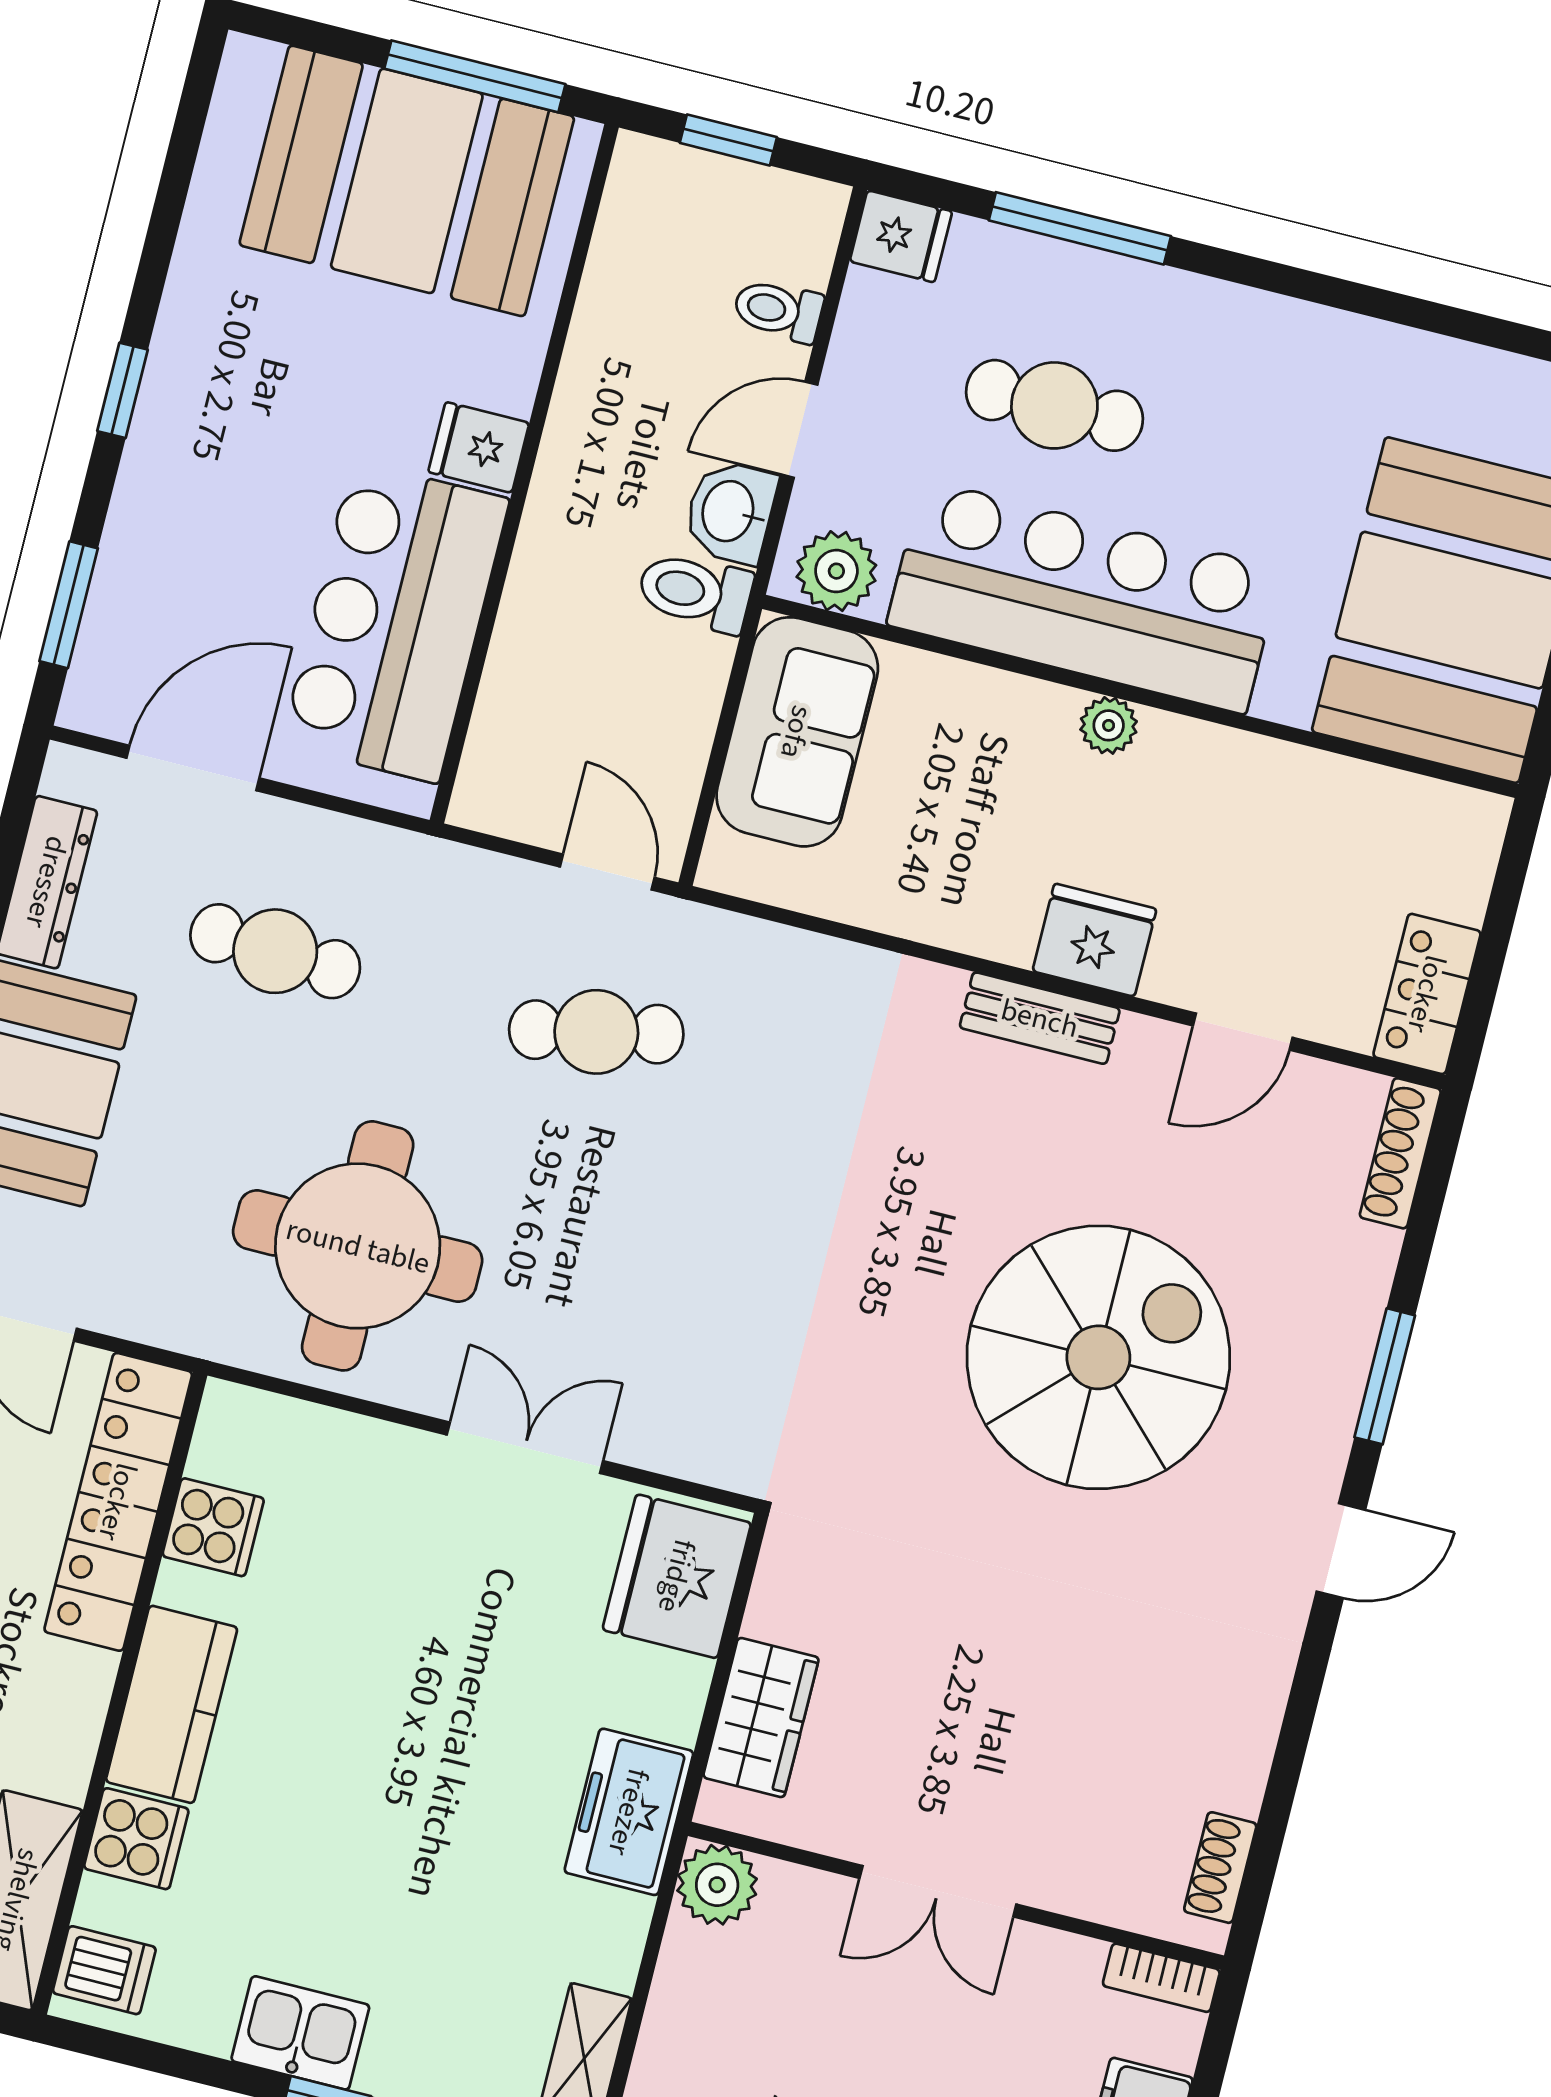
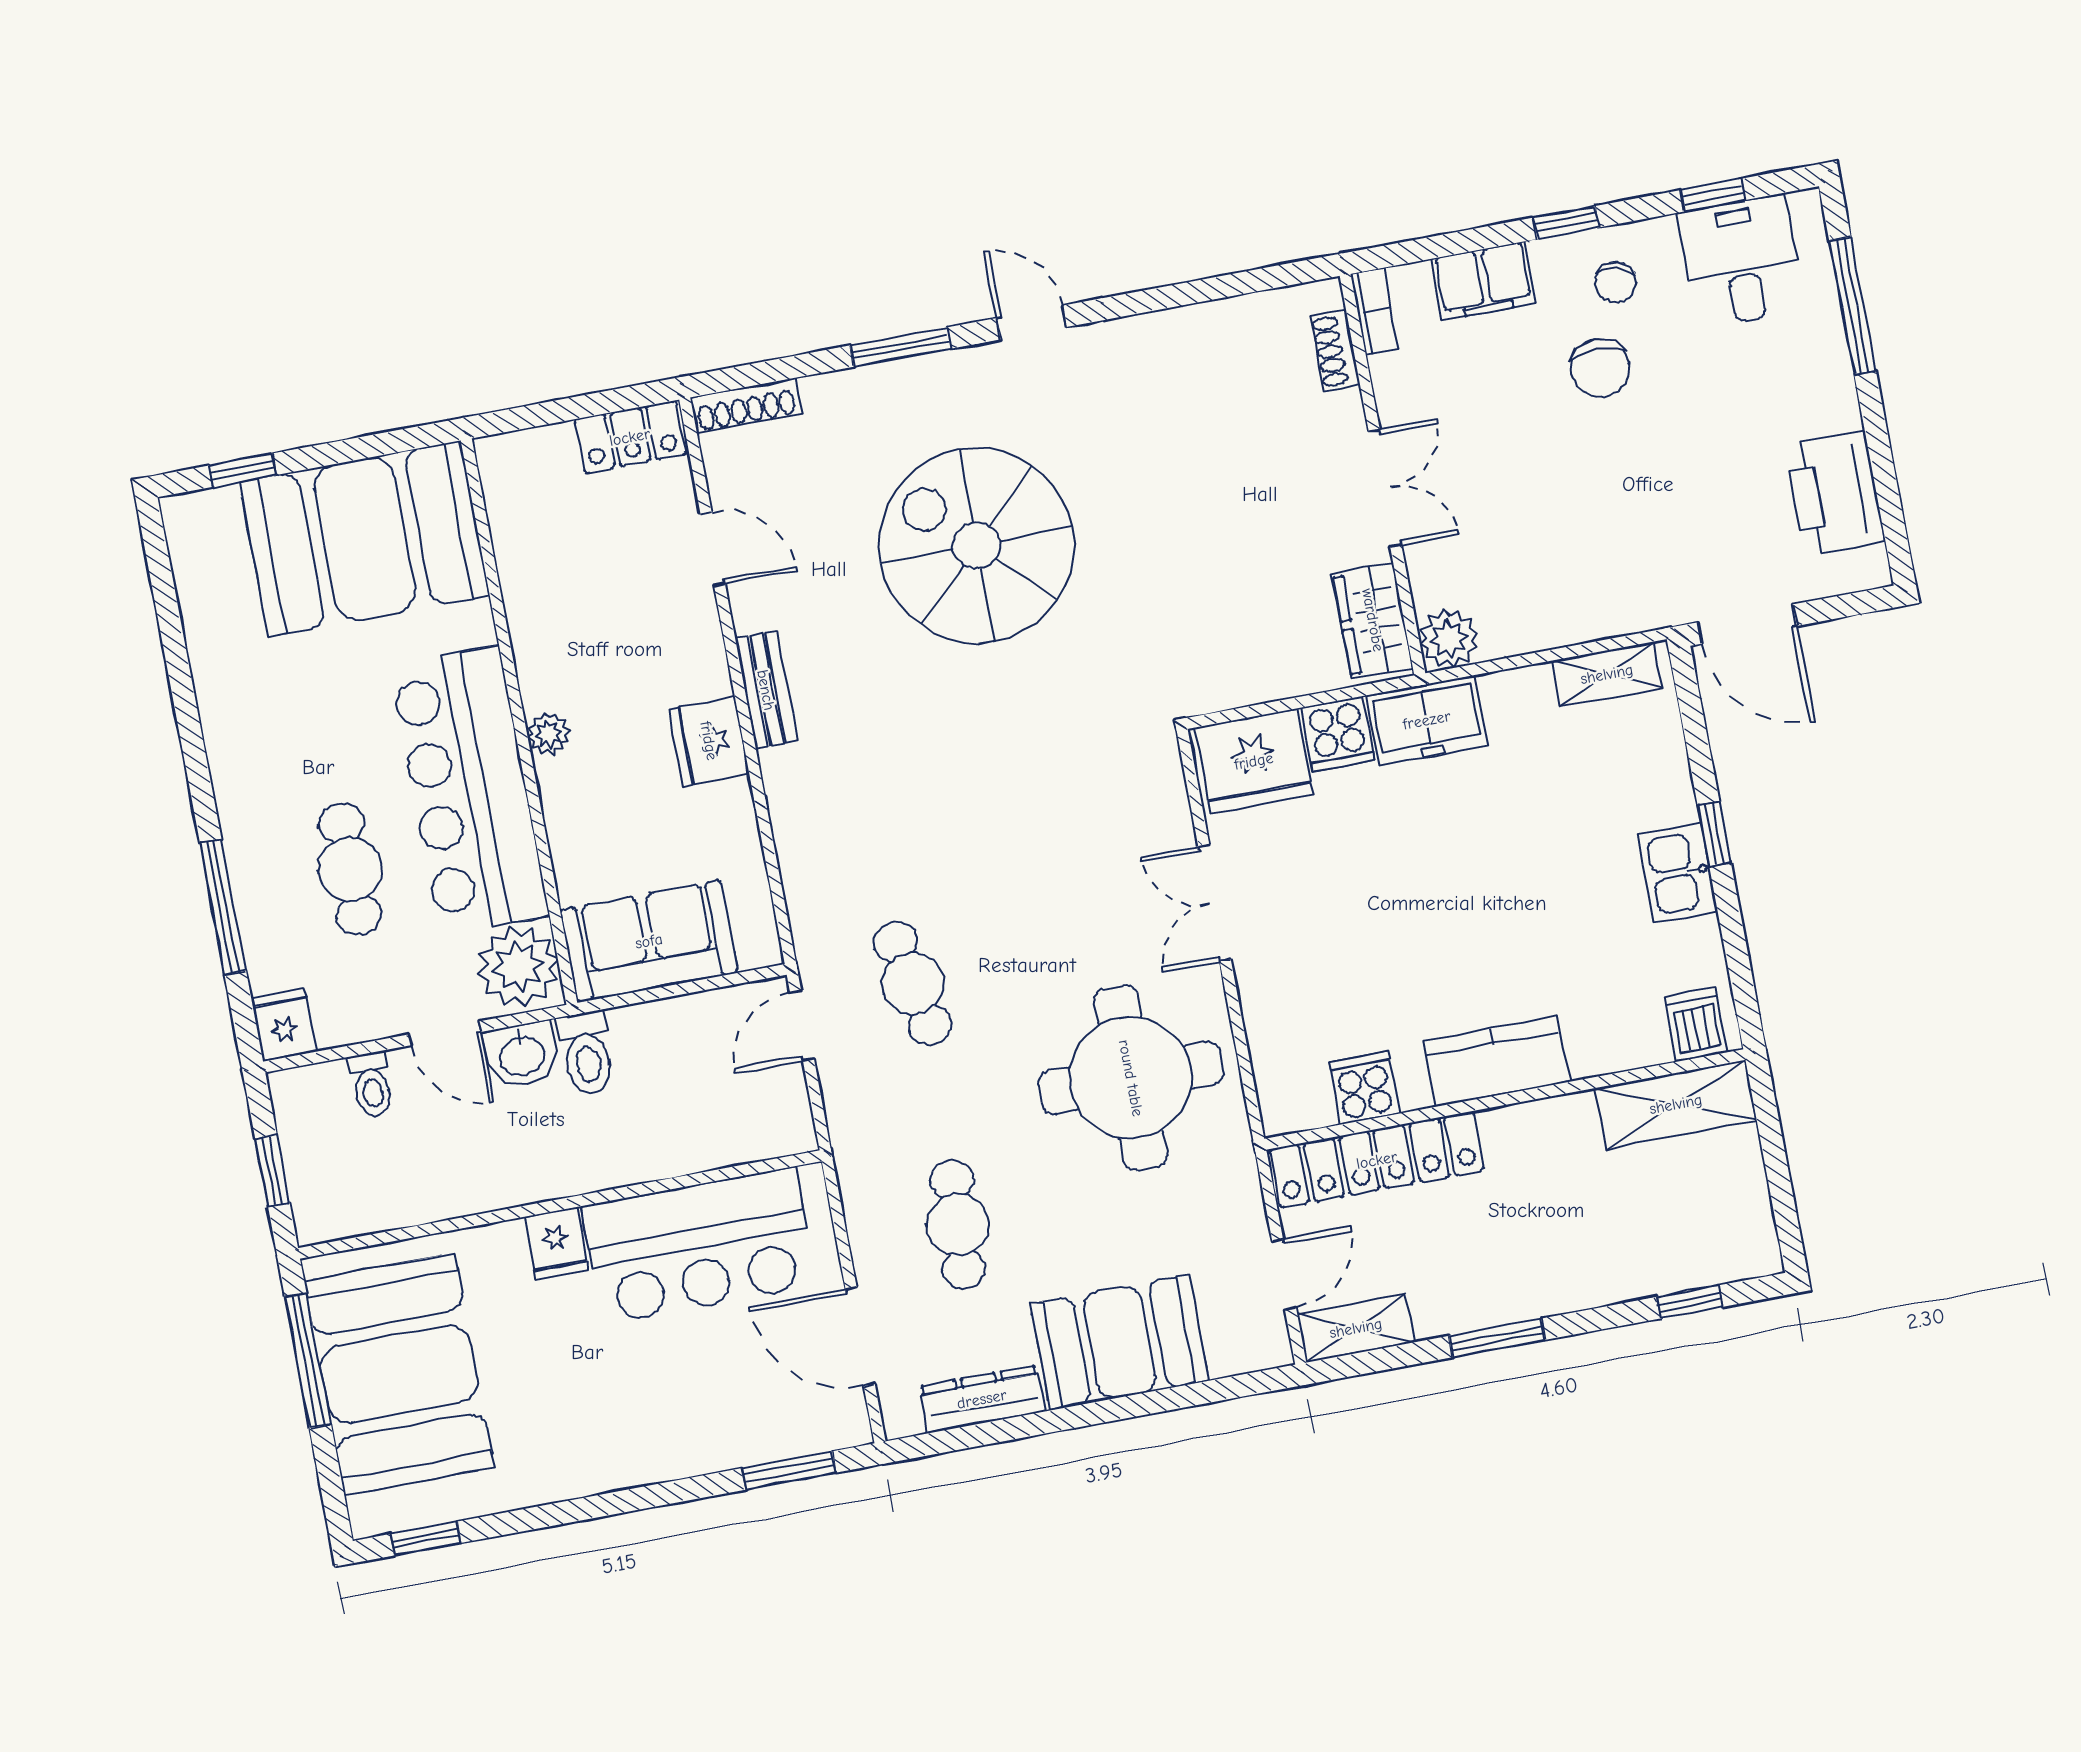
window: (122, 390) -> (426, 1538), moved
plant: (836, 571) -> (518, 967), width x1.36, depth x1.36
fridge: (1094, 940) -> (709, 741), moved
wardrobe: (761, 1718) -> (1373, 620), moved, turned -90
cooker: (136, 1839) -> (1338, 734), moved, turned 180
shoe rack: (1220, 1868) -> (1335, 351), moved, turned 90

